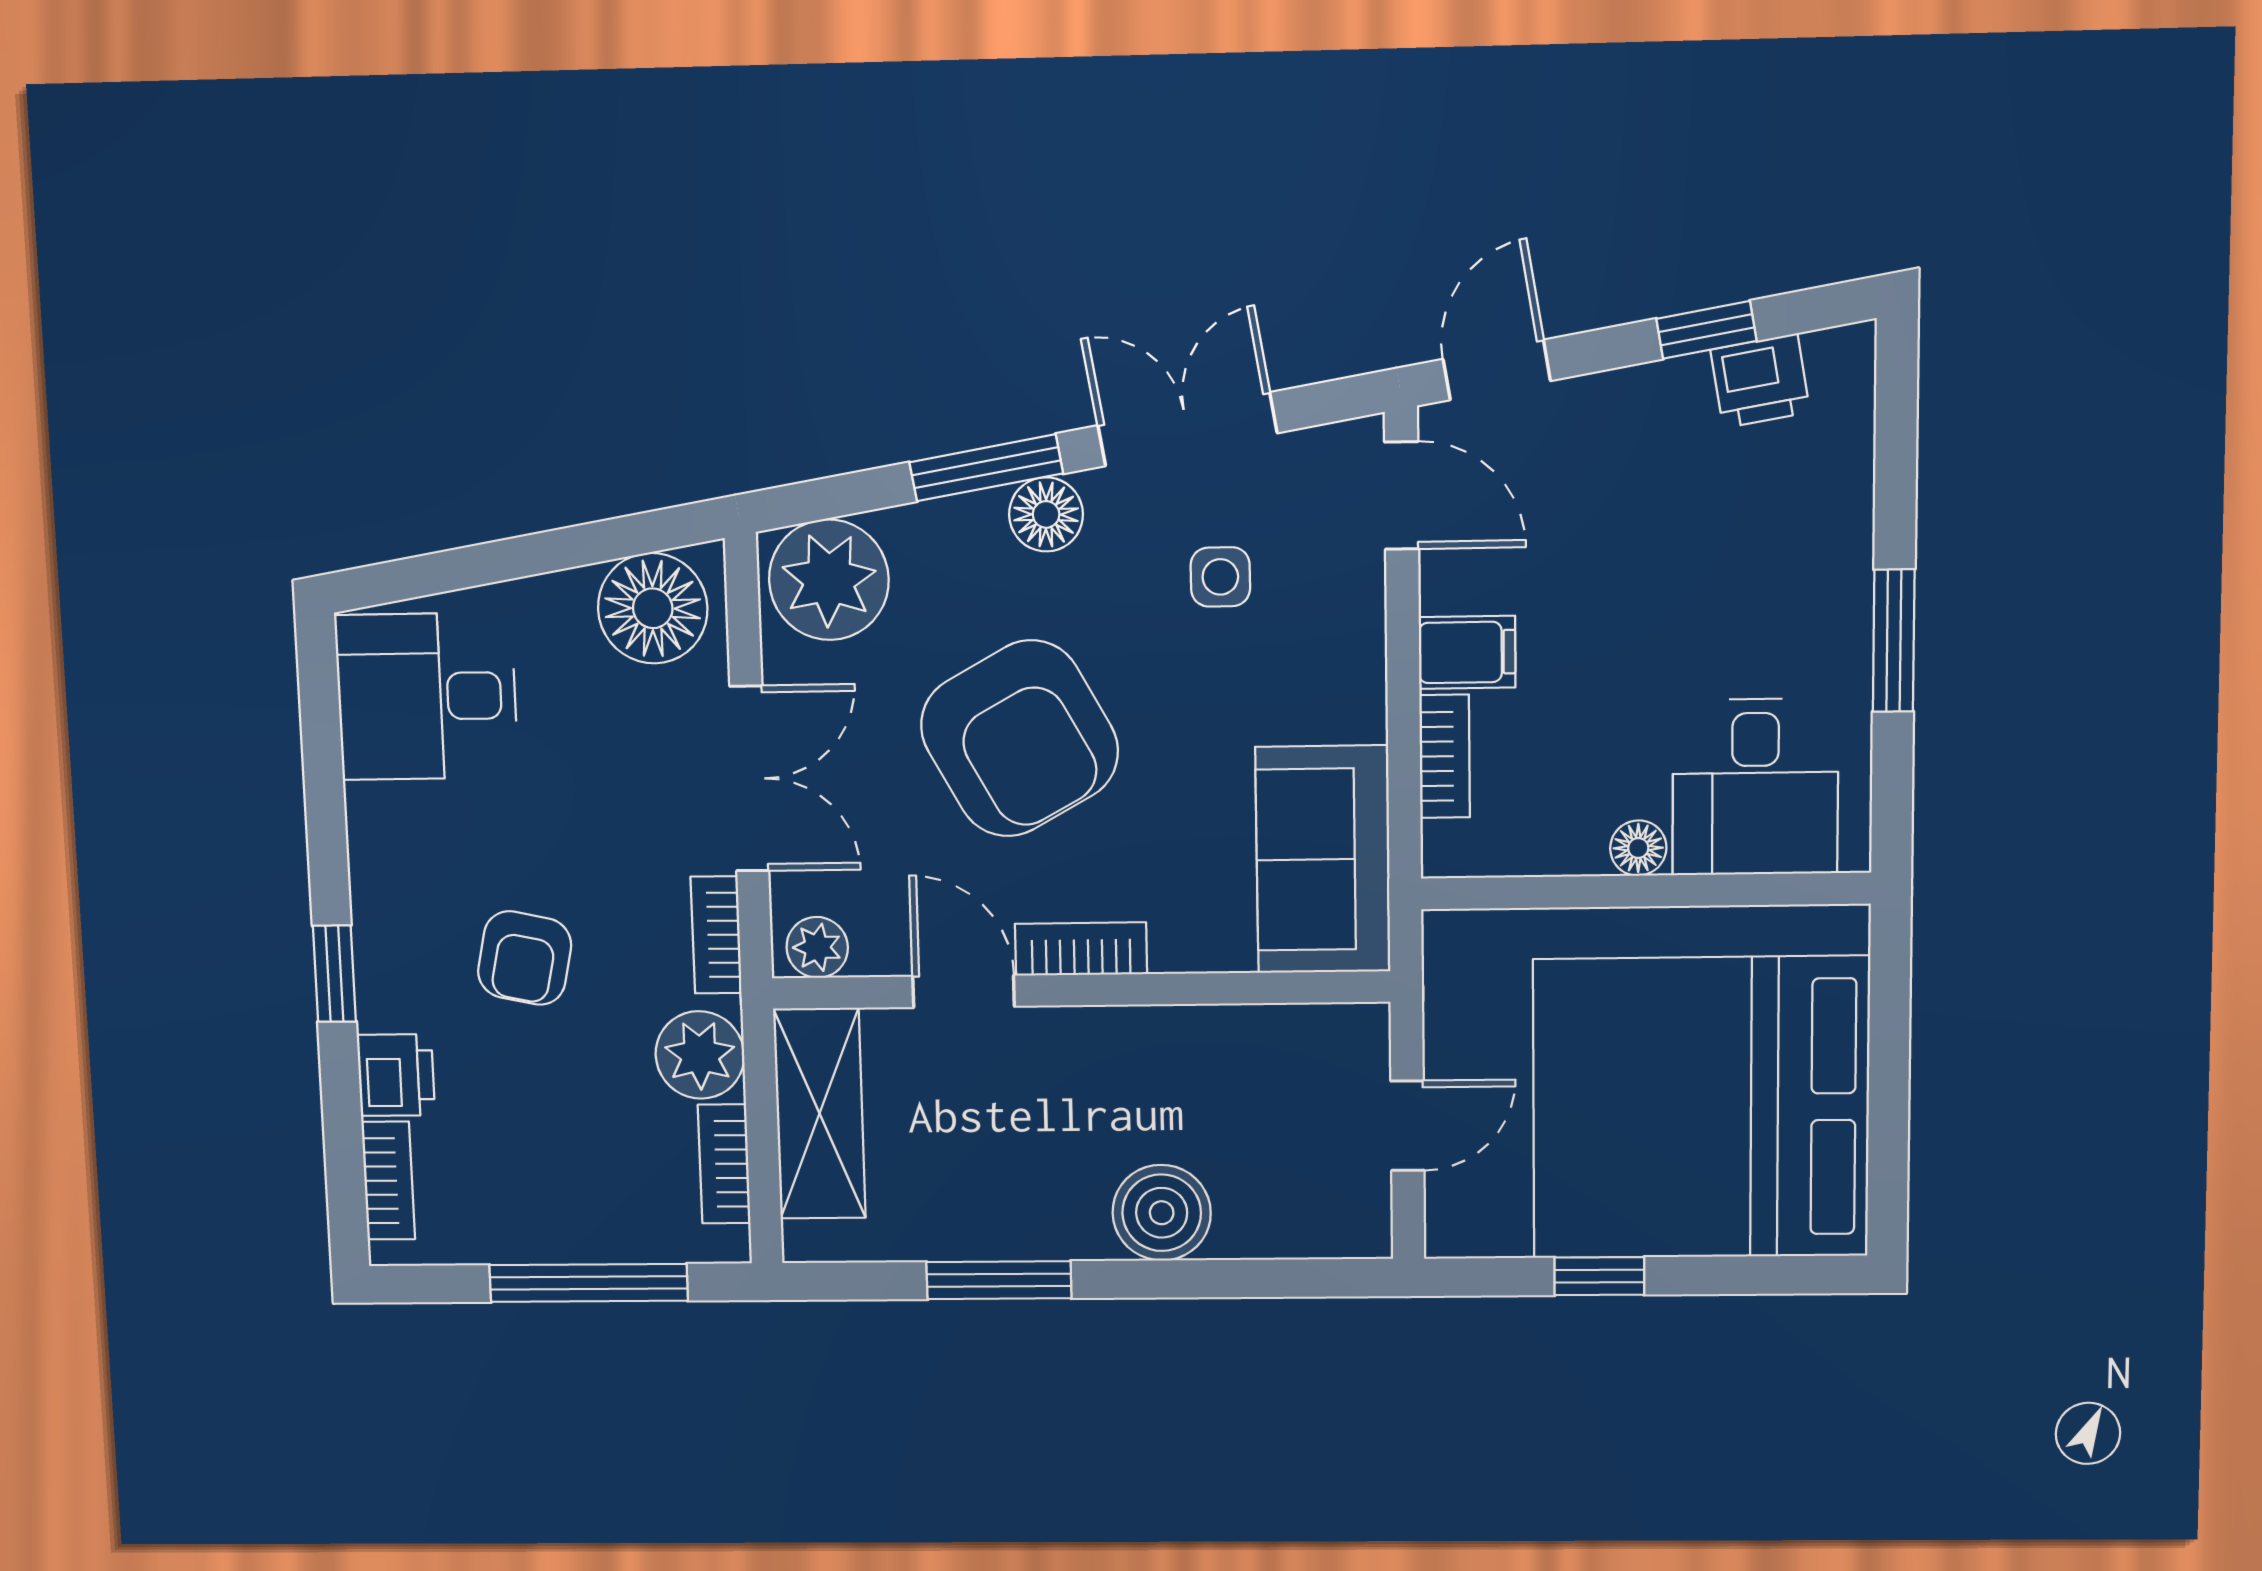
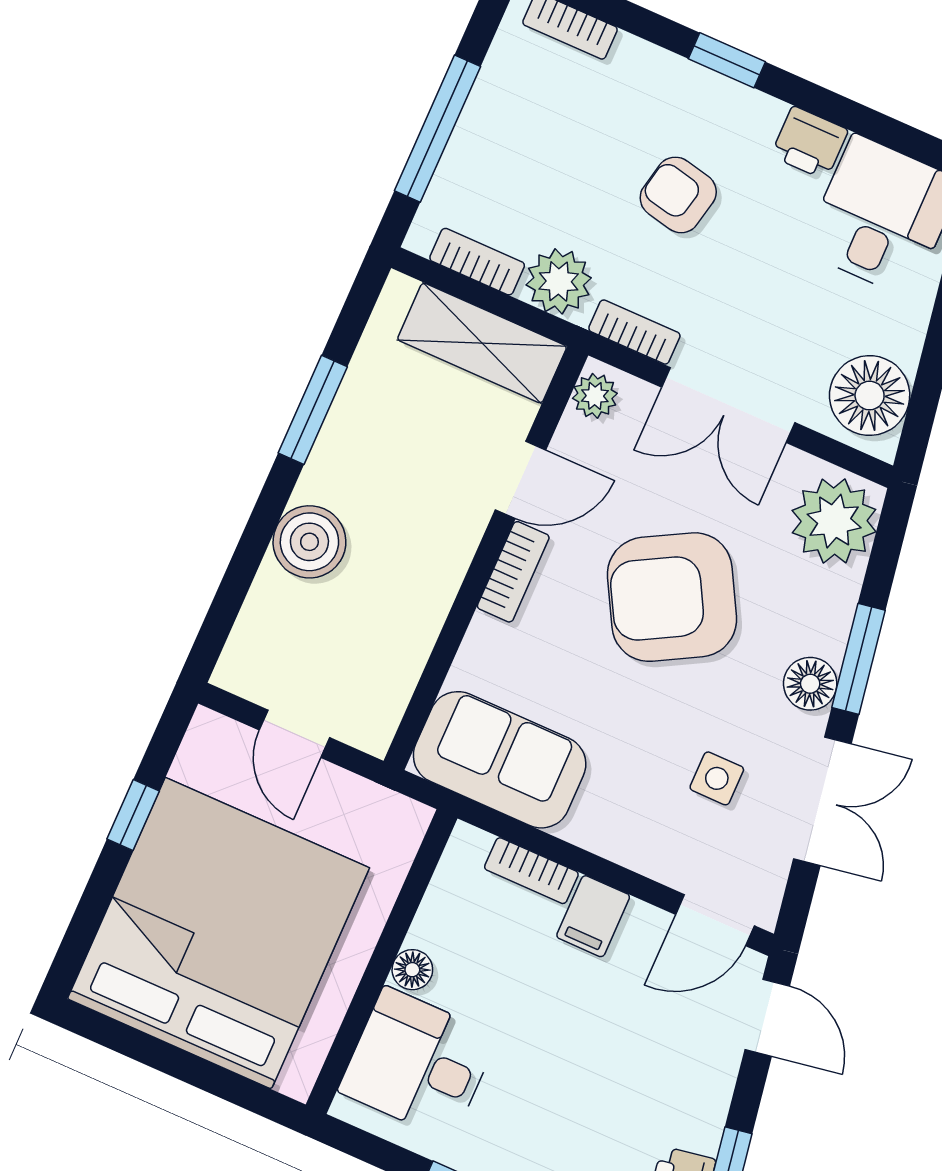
printer: (396, 1075) -> (809, 143), moved

